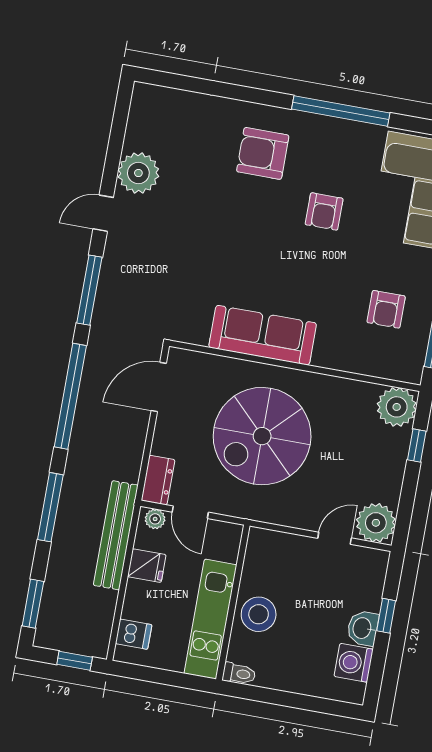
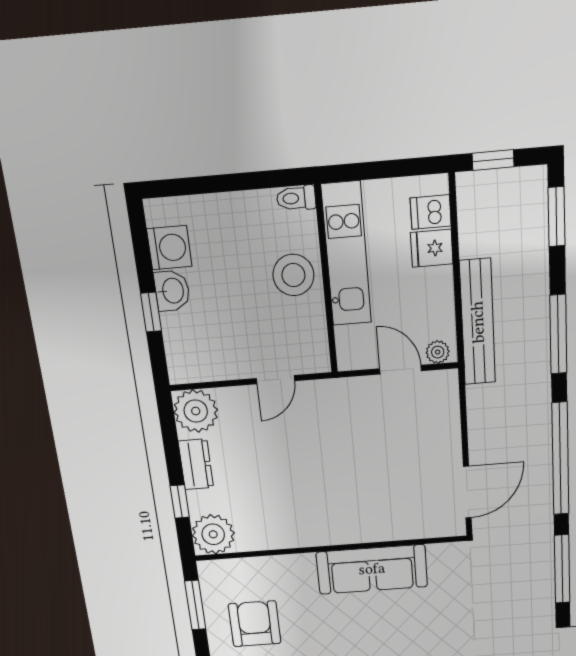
armchair: (386, 309) -> (255, 624), width x1.38, depth x1.38
spiral stairs: (262, 436) -> (344, 470), removed
dresser: (158, 480) -> (196, 464), moved, turned 180
door: (335, 538) -> (275, 380), moved
fridge: (147, 566) -> (432, 248), moved

